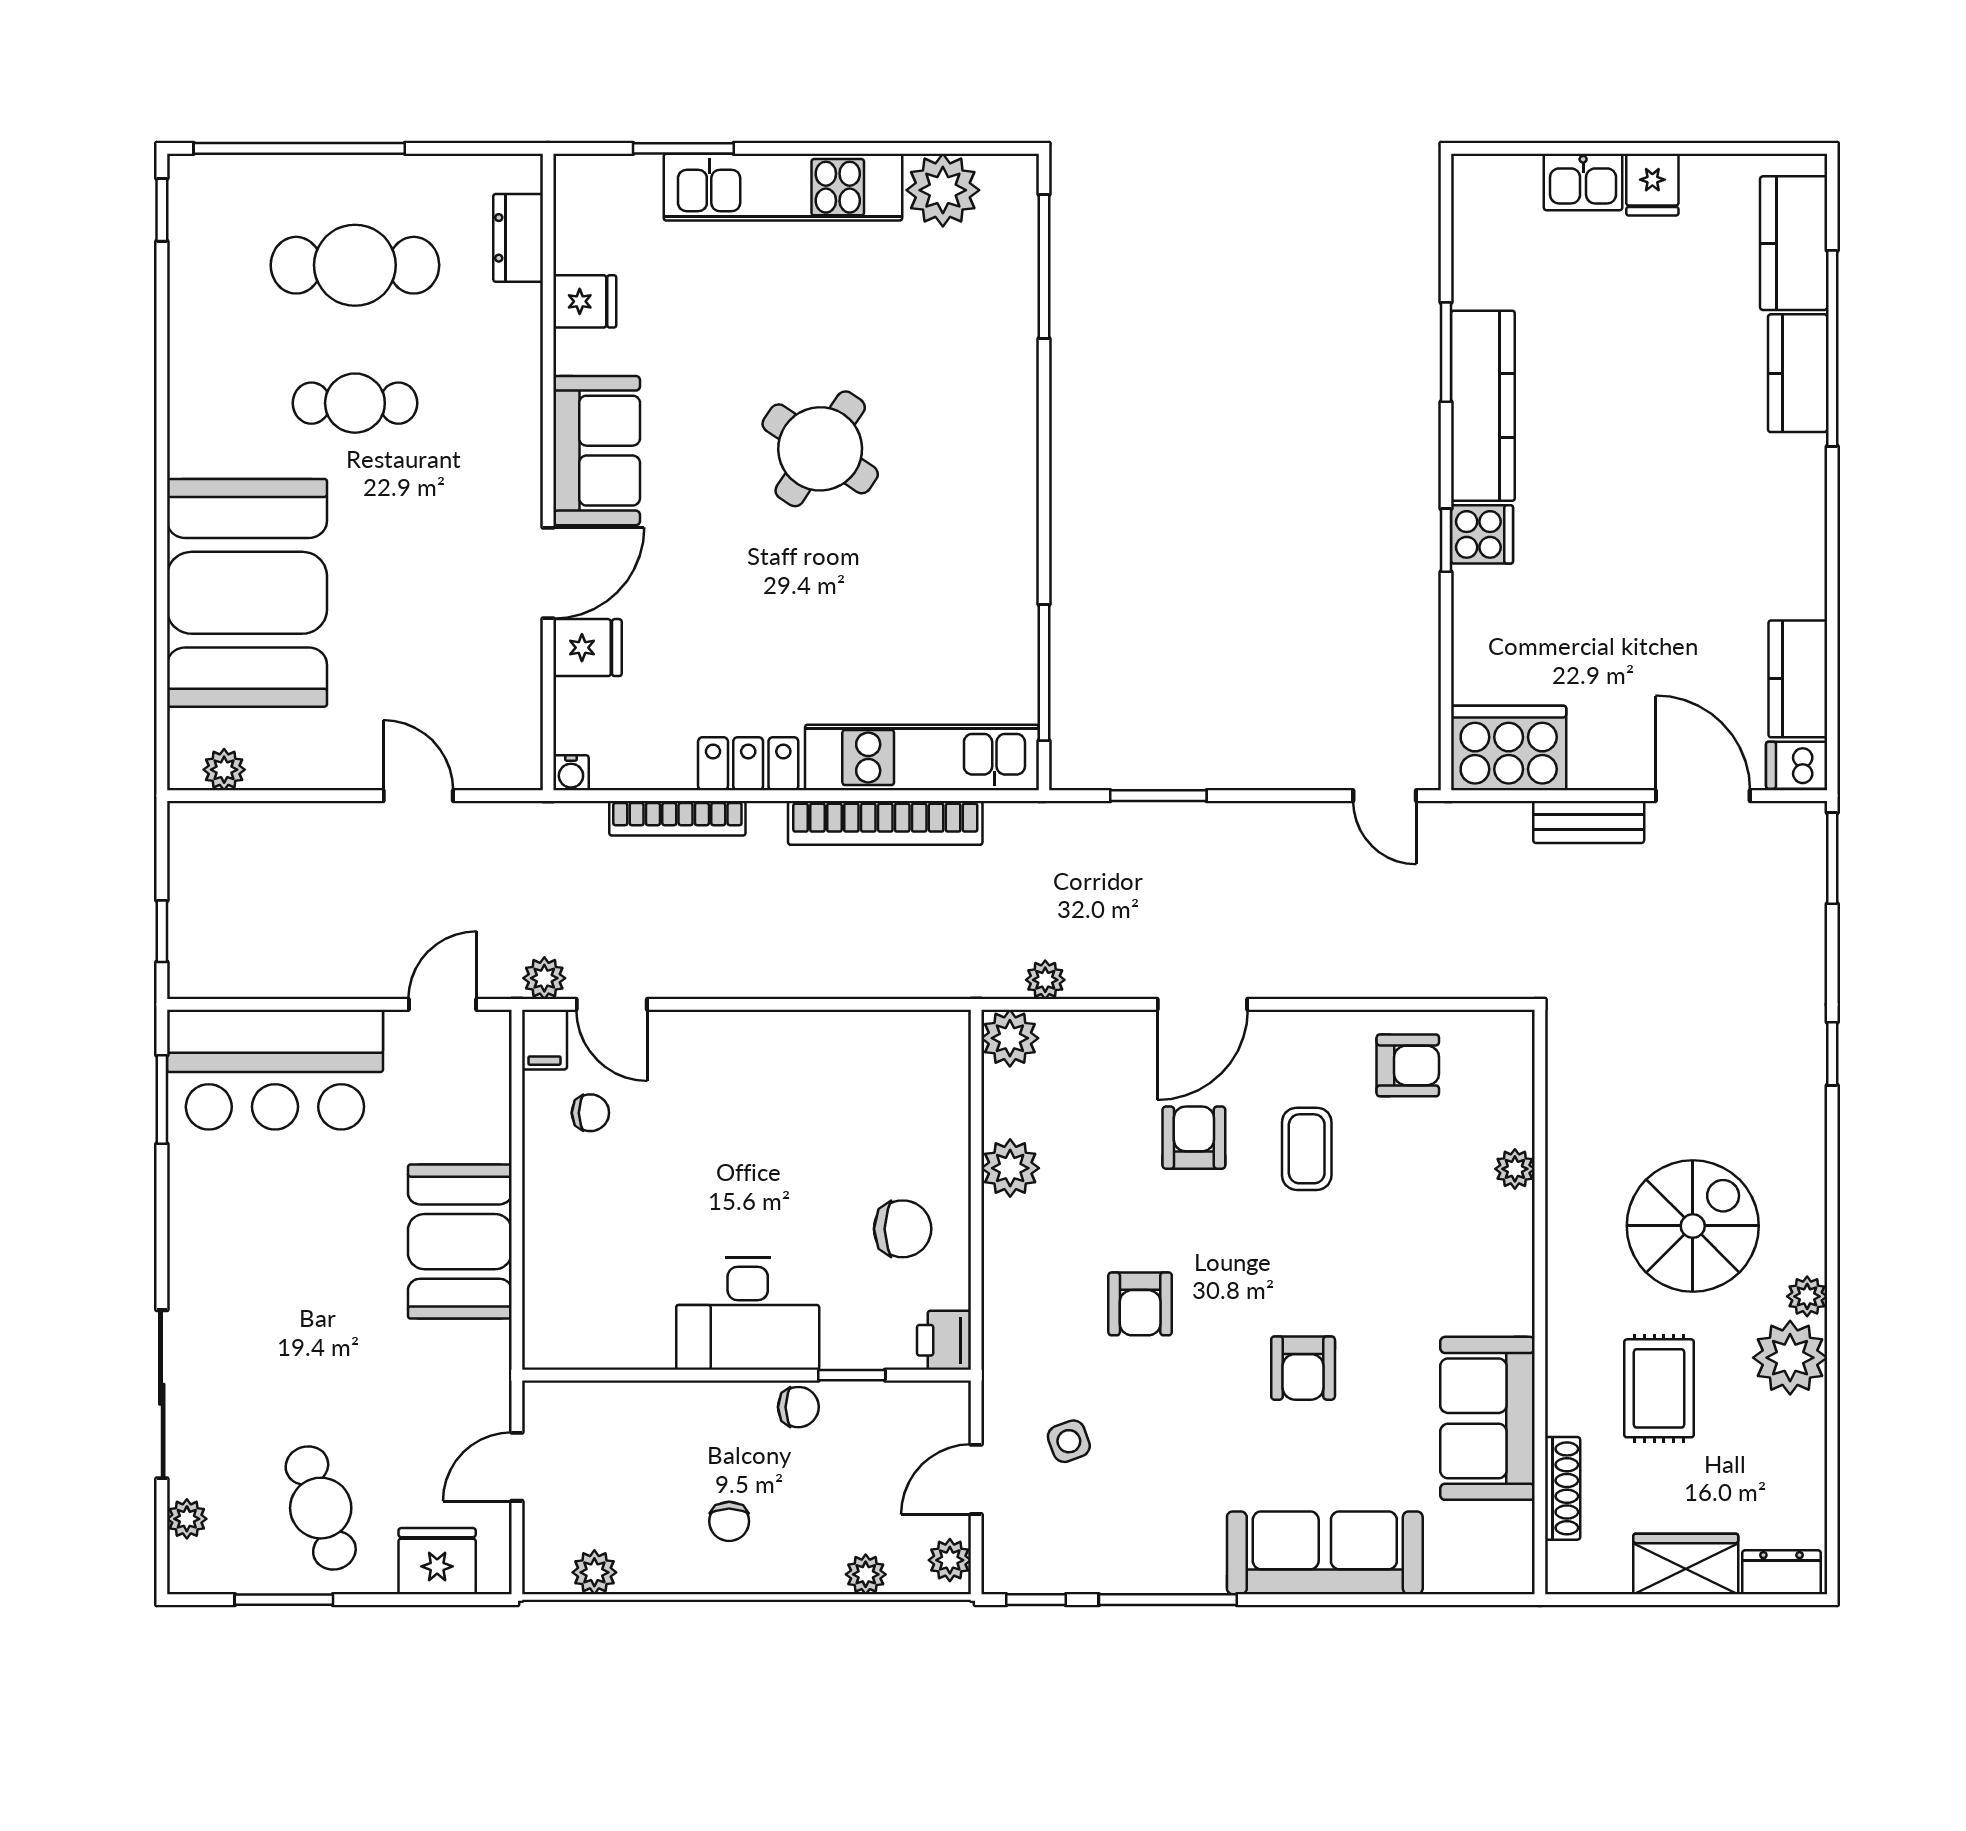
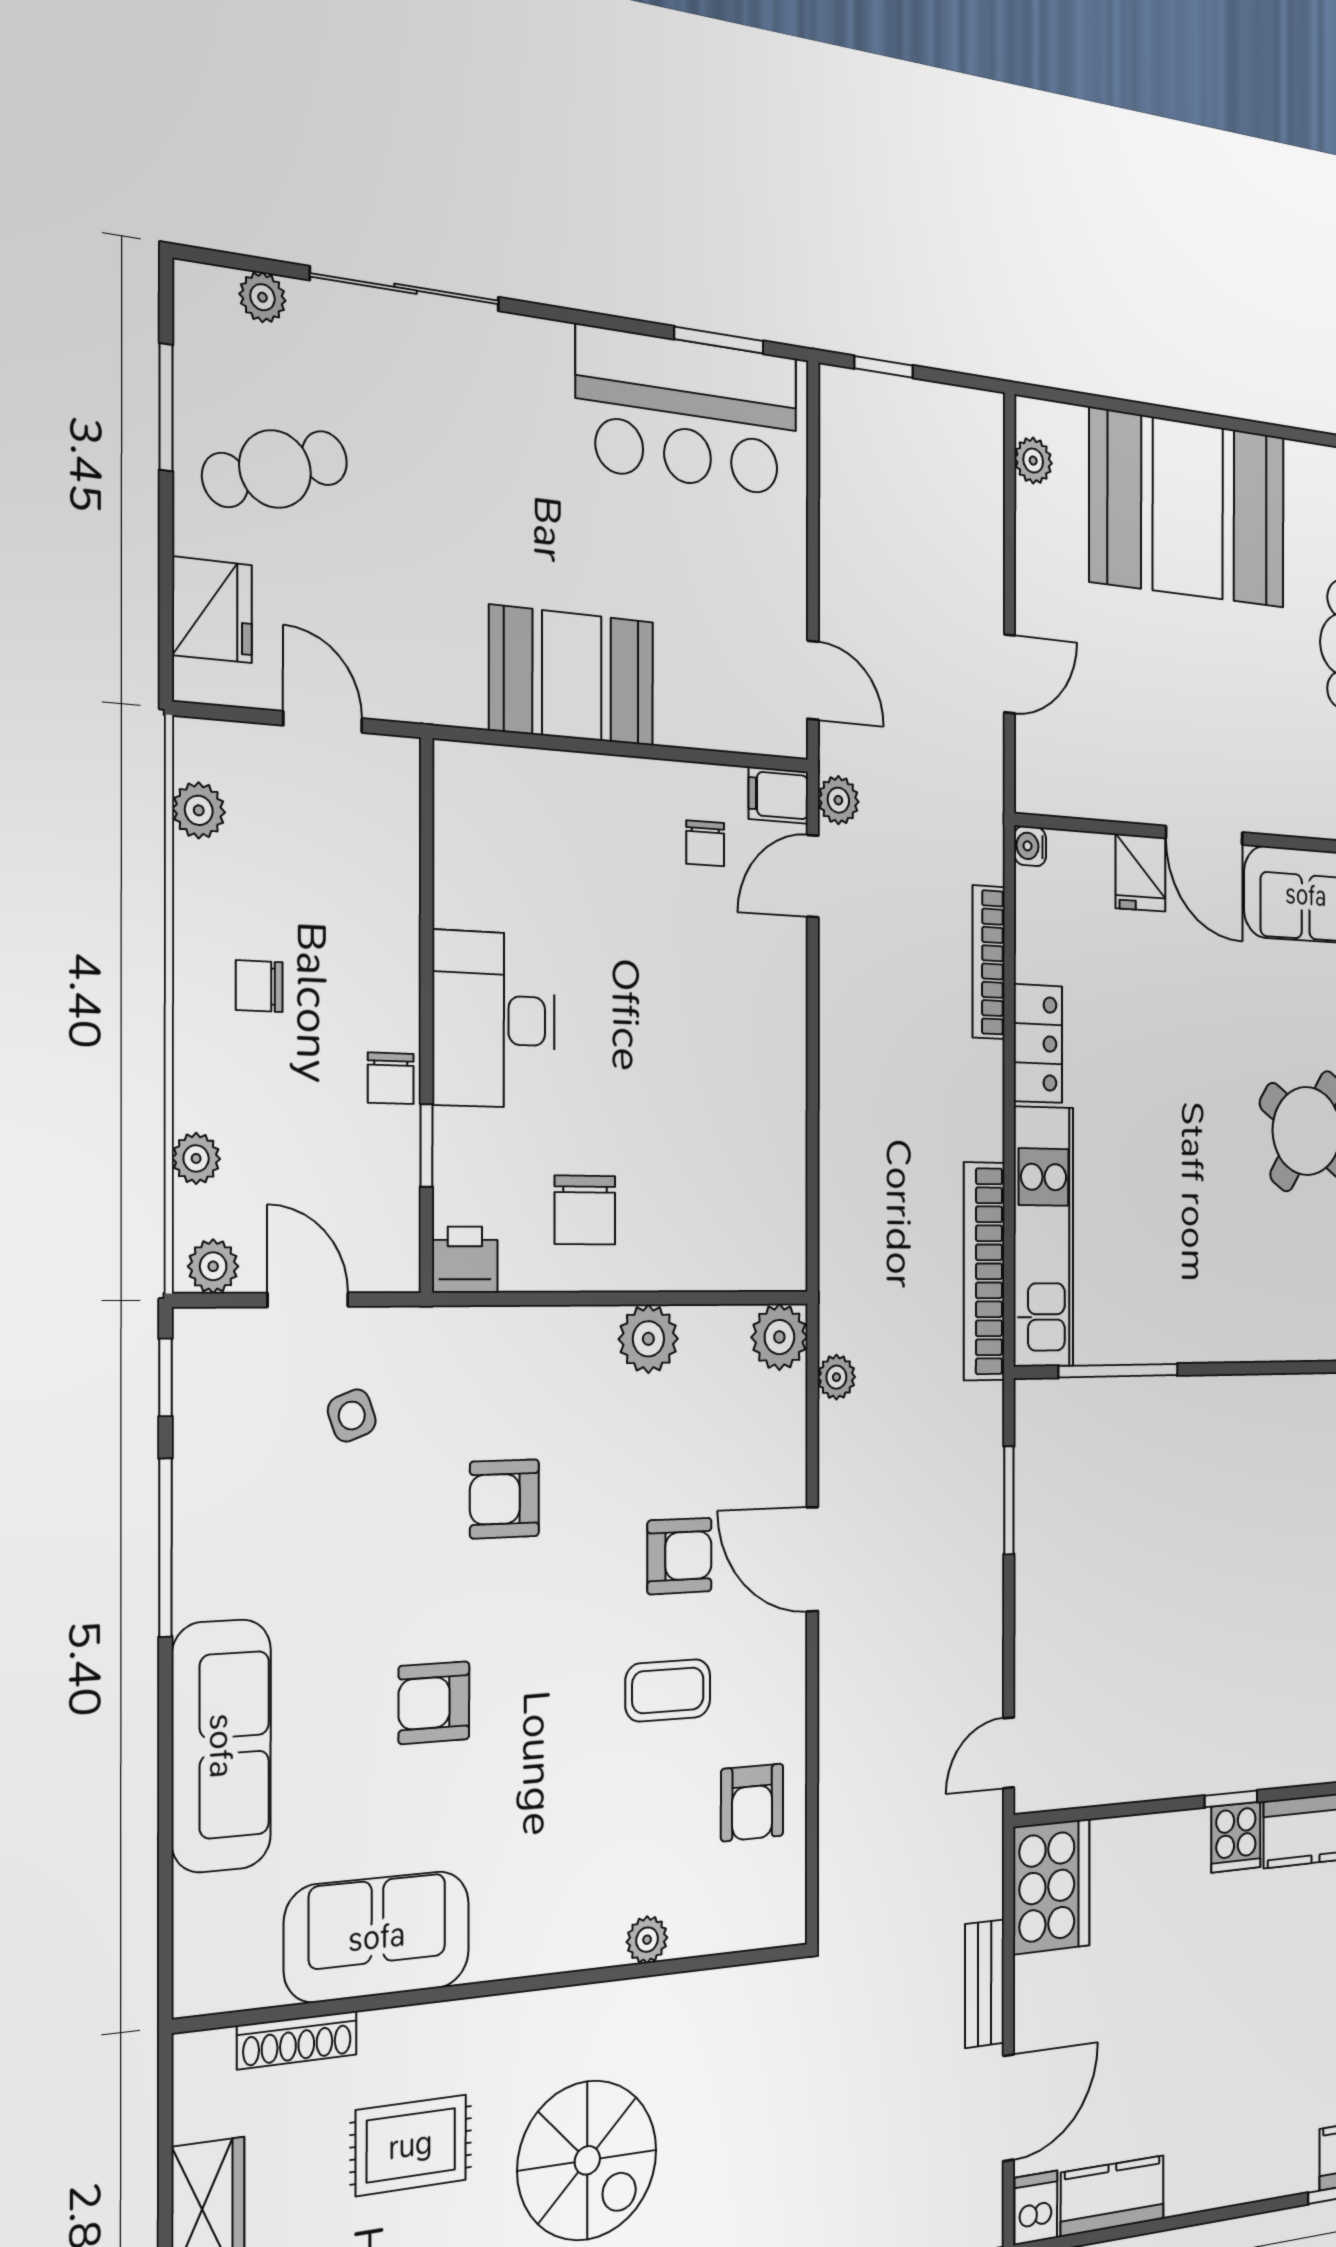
bookcase: (885, 823) -> (984, 1271), moved
bar counter: (275, 1070) -> (688, 412), moved, turned -90

